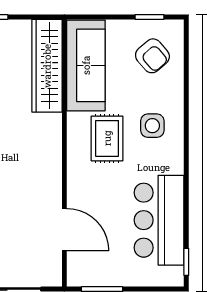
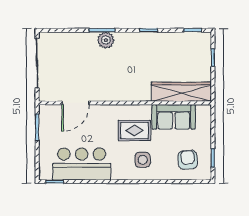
armchair: (152, 56) -> (188, 160), turned 126
sofa: (86, 65) -> (174, 117), width x0.73

